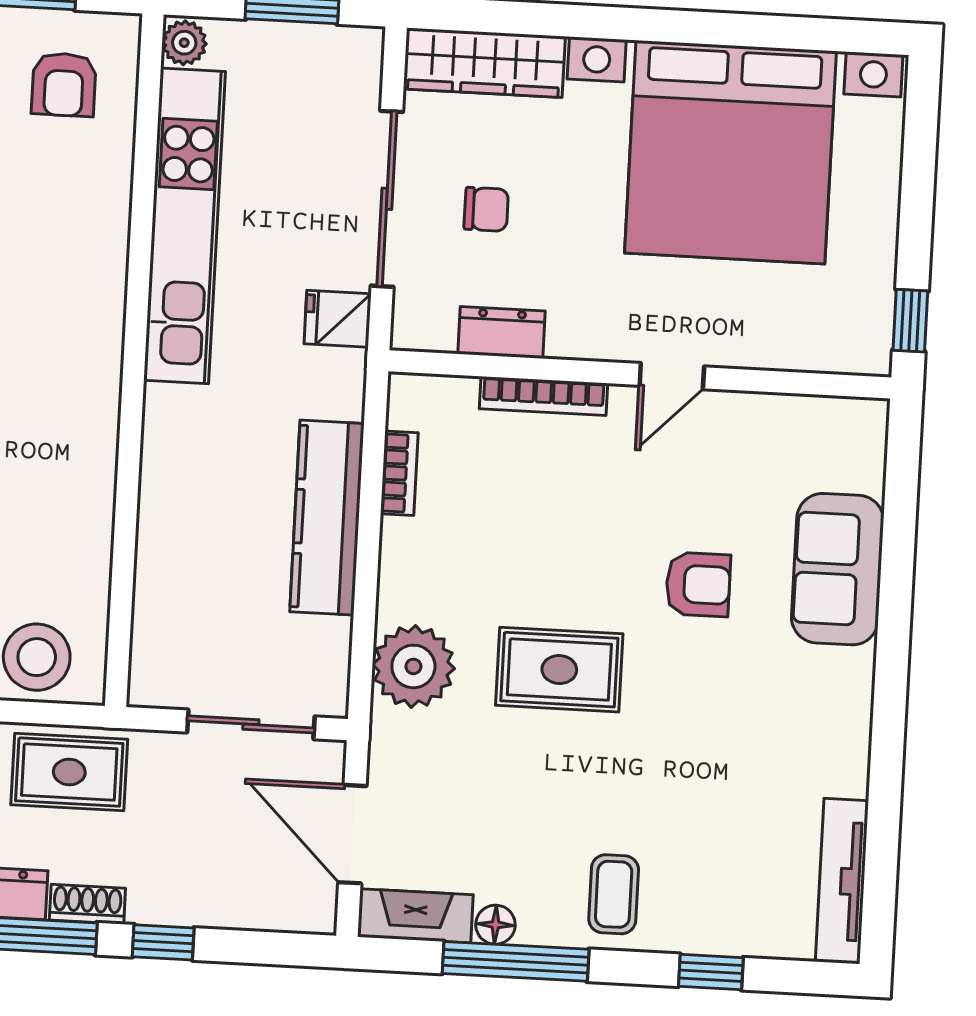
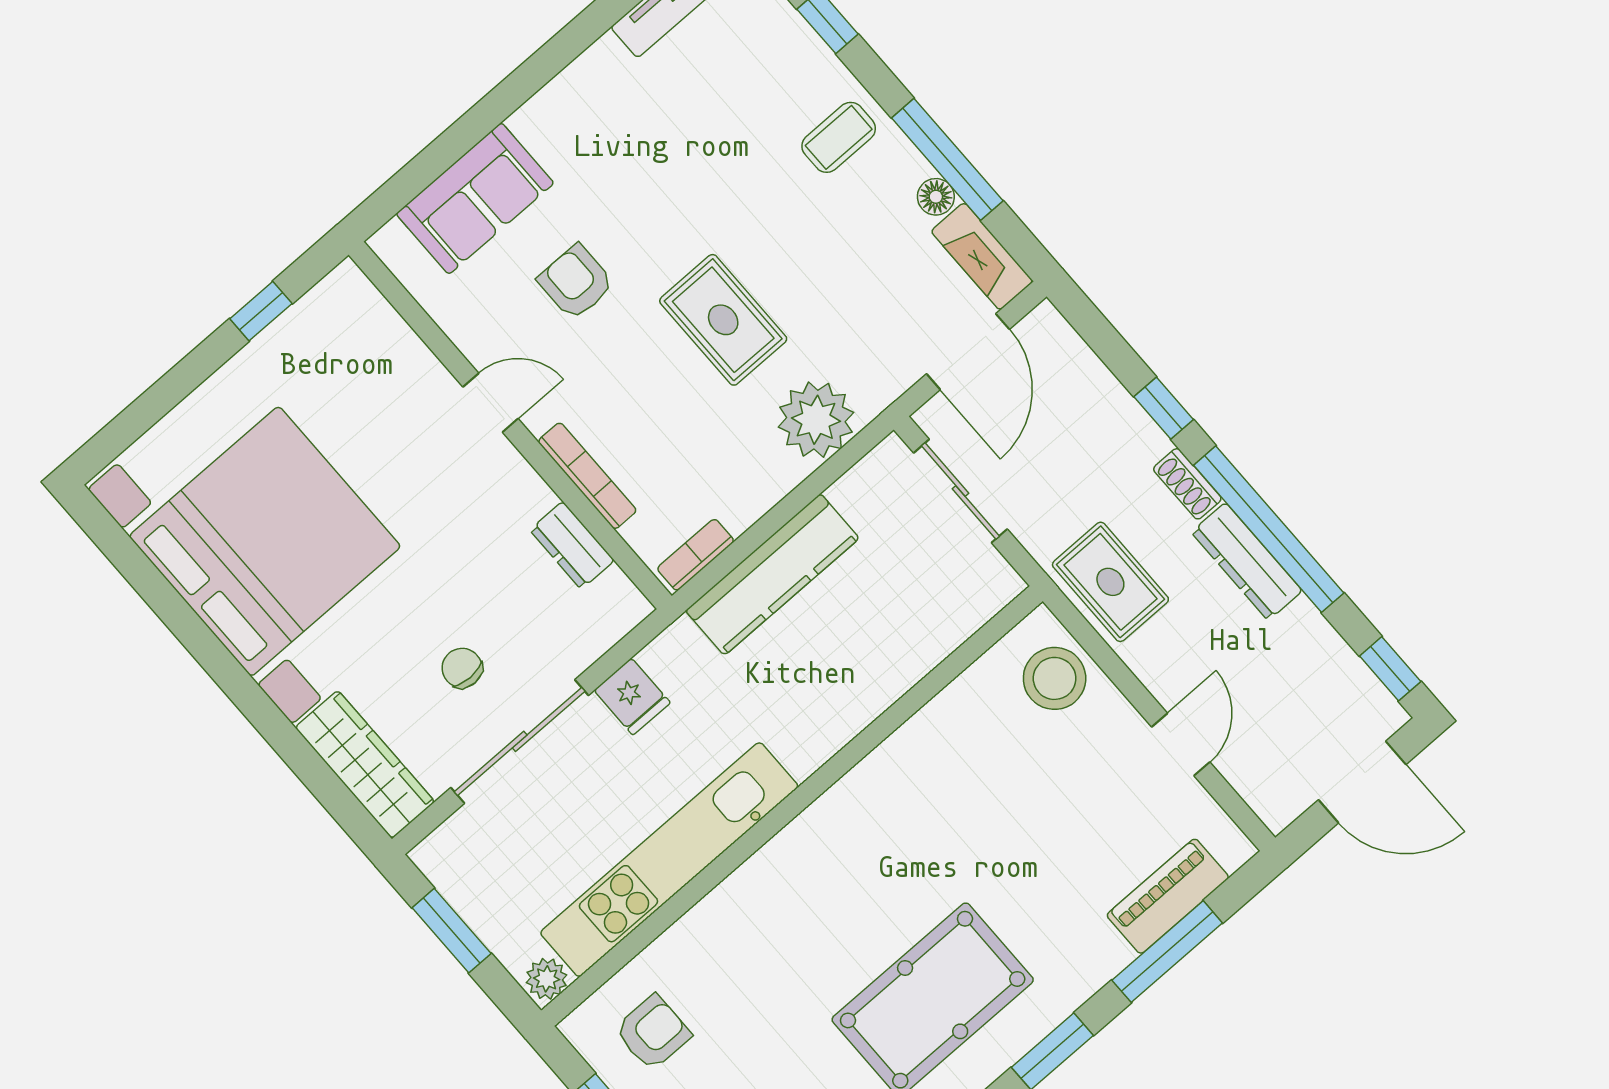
dresser: (502, 332) -> (572, 545), moved
wall: (640, 374) -> (510, 425), moved
door: (672, 376) -> (491, 403), moved
bookcase: (544, 396) -> (587, 476), moved

